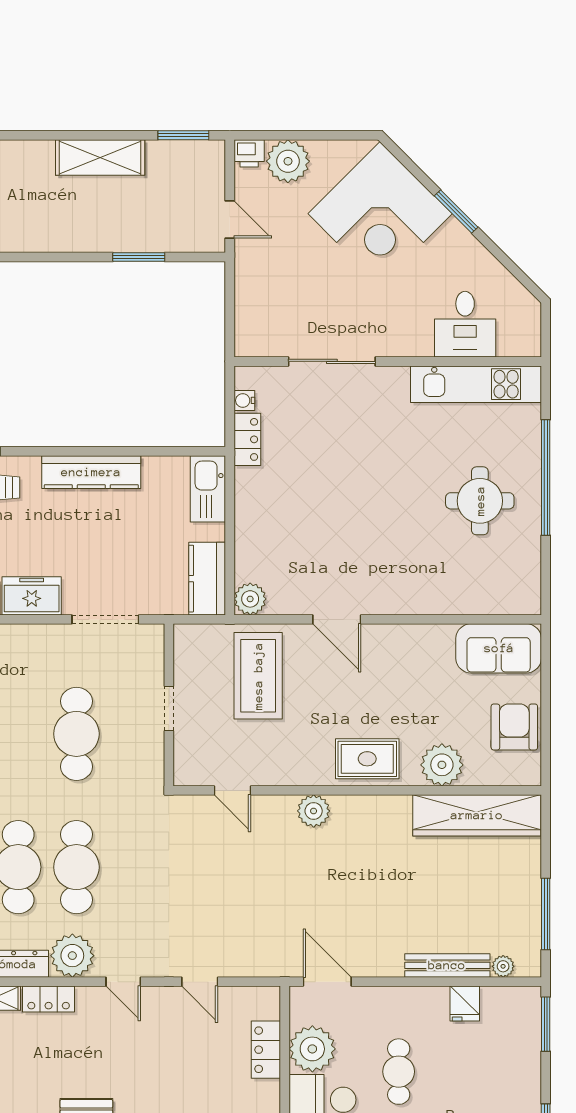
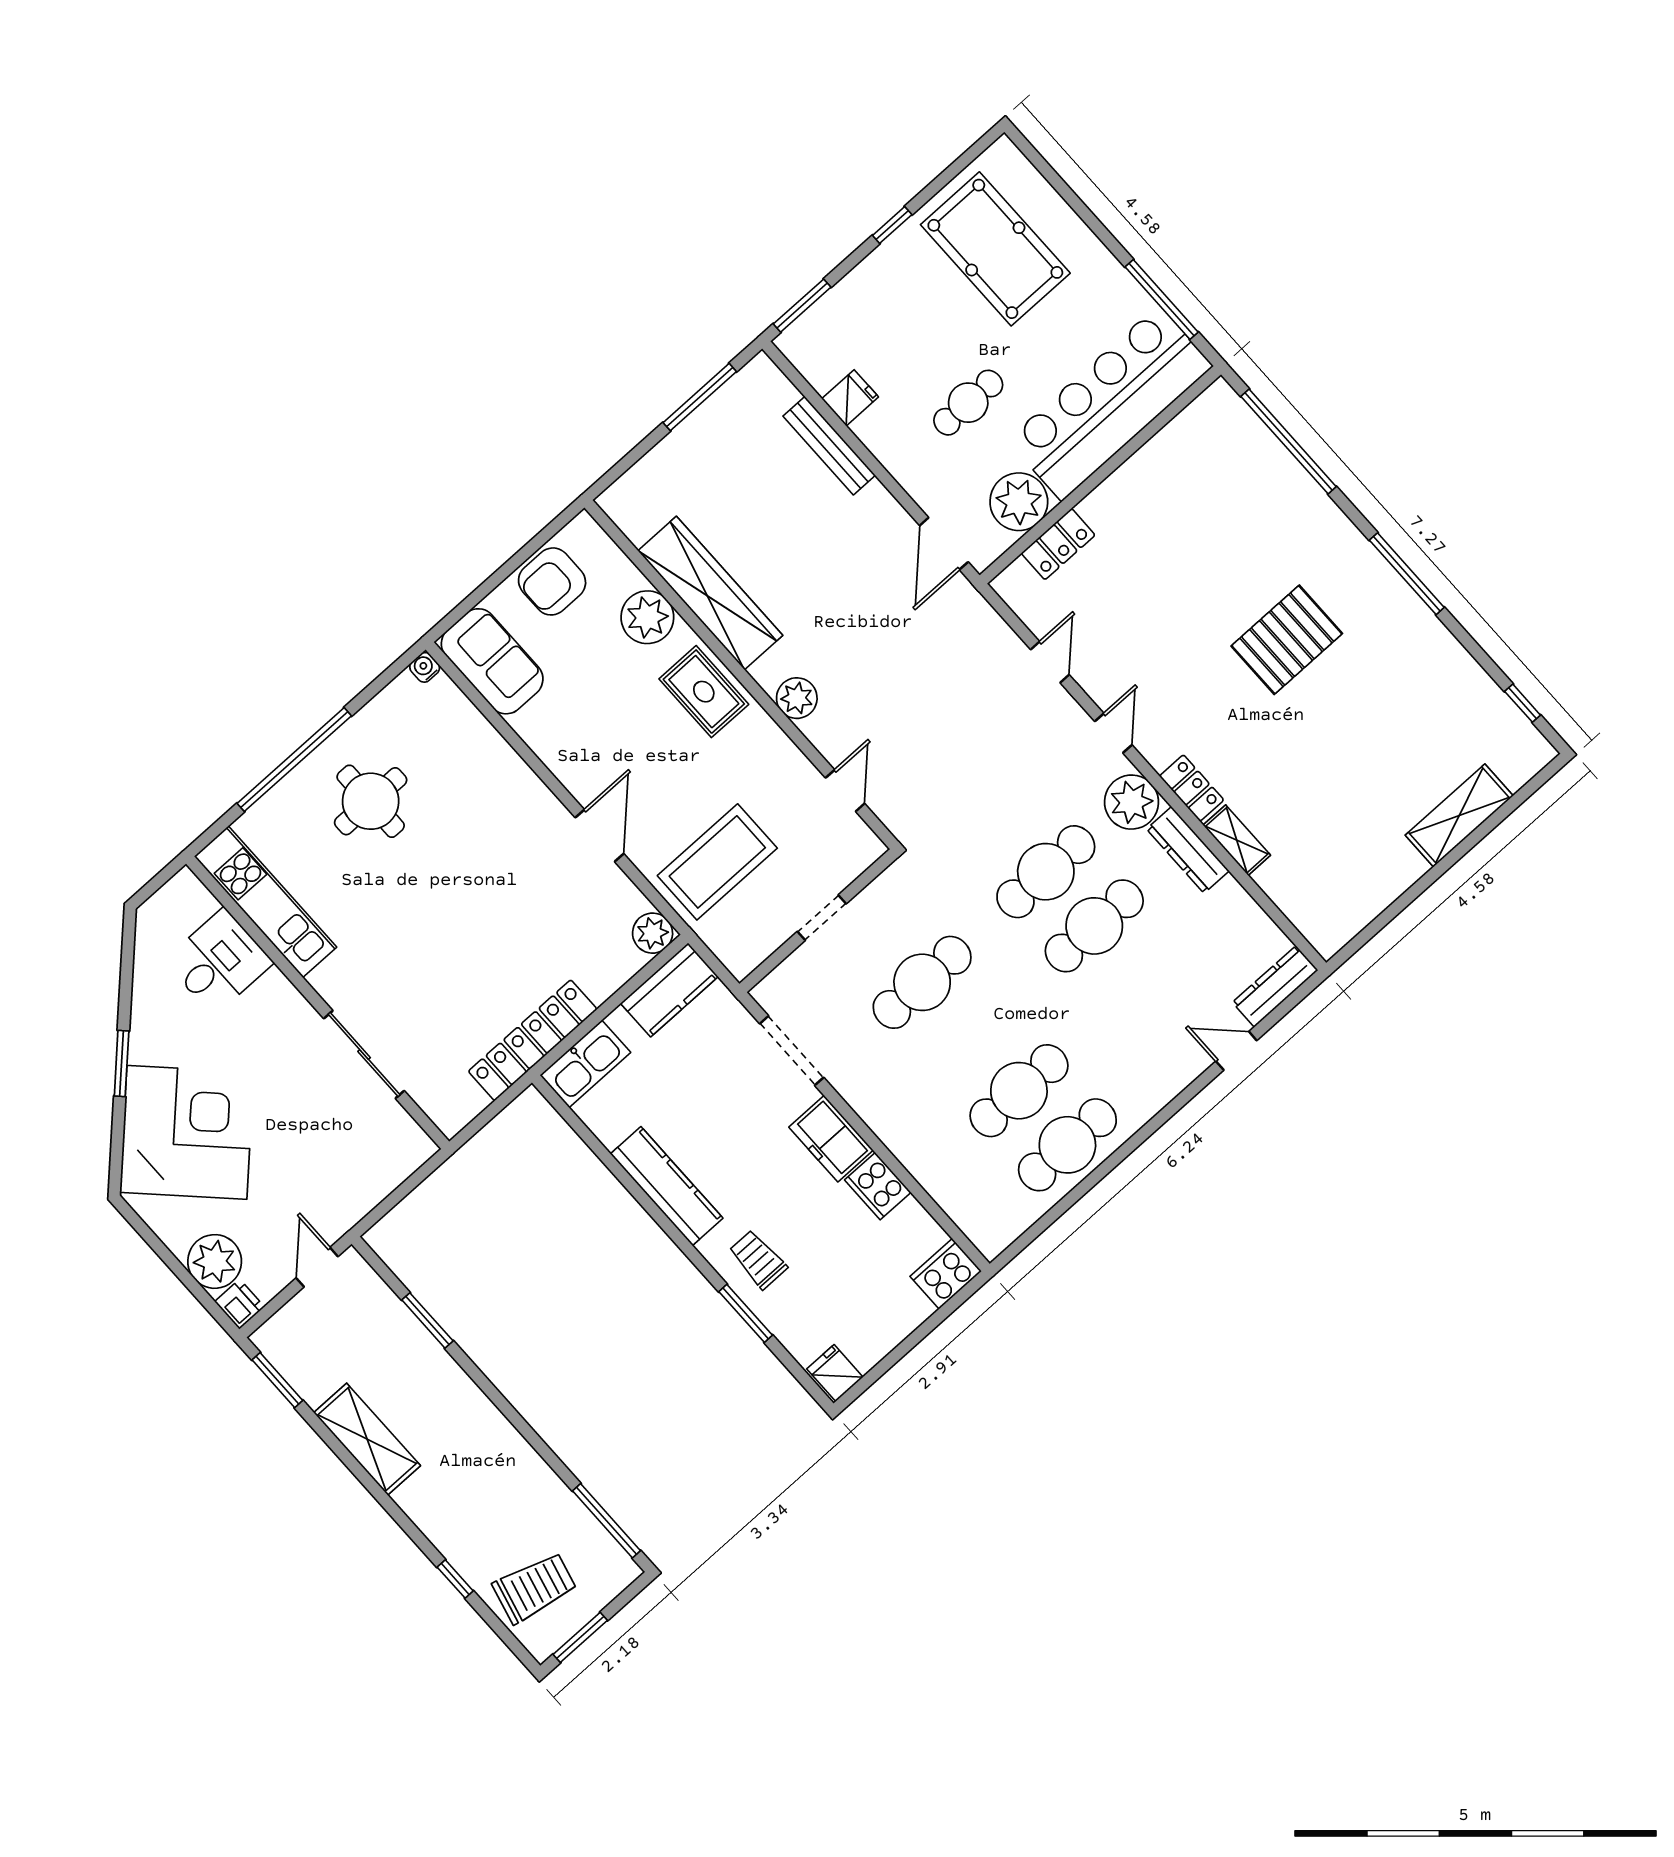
water cooler: (244, 400) -> (425, 667), moved, turned 180
locker: (247, 439) -> (533, 1040), width x2.16, depth x1.21
wardrobe: (477, 815) -> (710, 593), moved
plant: (503, 966) -> (784, 393), removed

